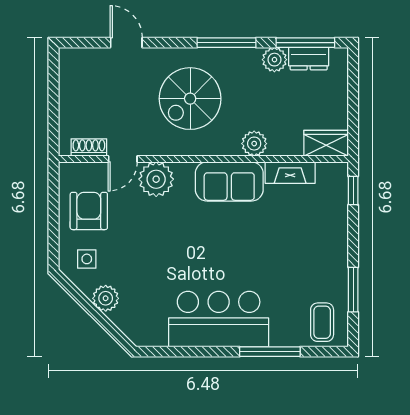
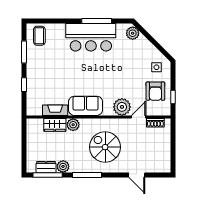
spiral stairs: (190, 99) -> (105, 147), turned -90
wardrobe: (326, 143) -> (55, 125), moved
window: (353, 191) -> (24, 85), moved
window: (53, 199) -> (173, 97), added
plant: (106, 298) -> (133, 33), moved
window: (270, 352) -> (97, 21), moved

